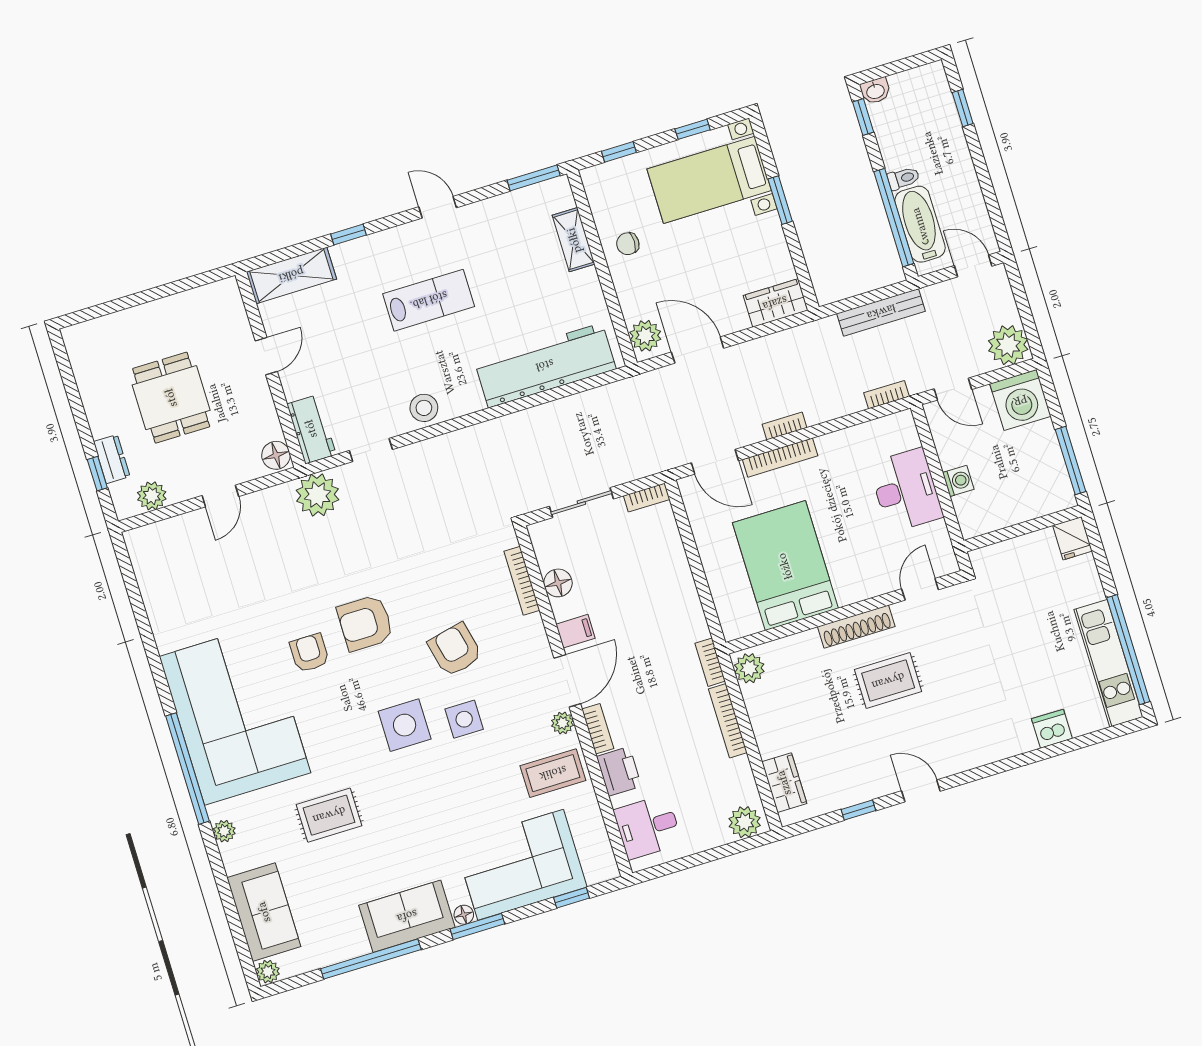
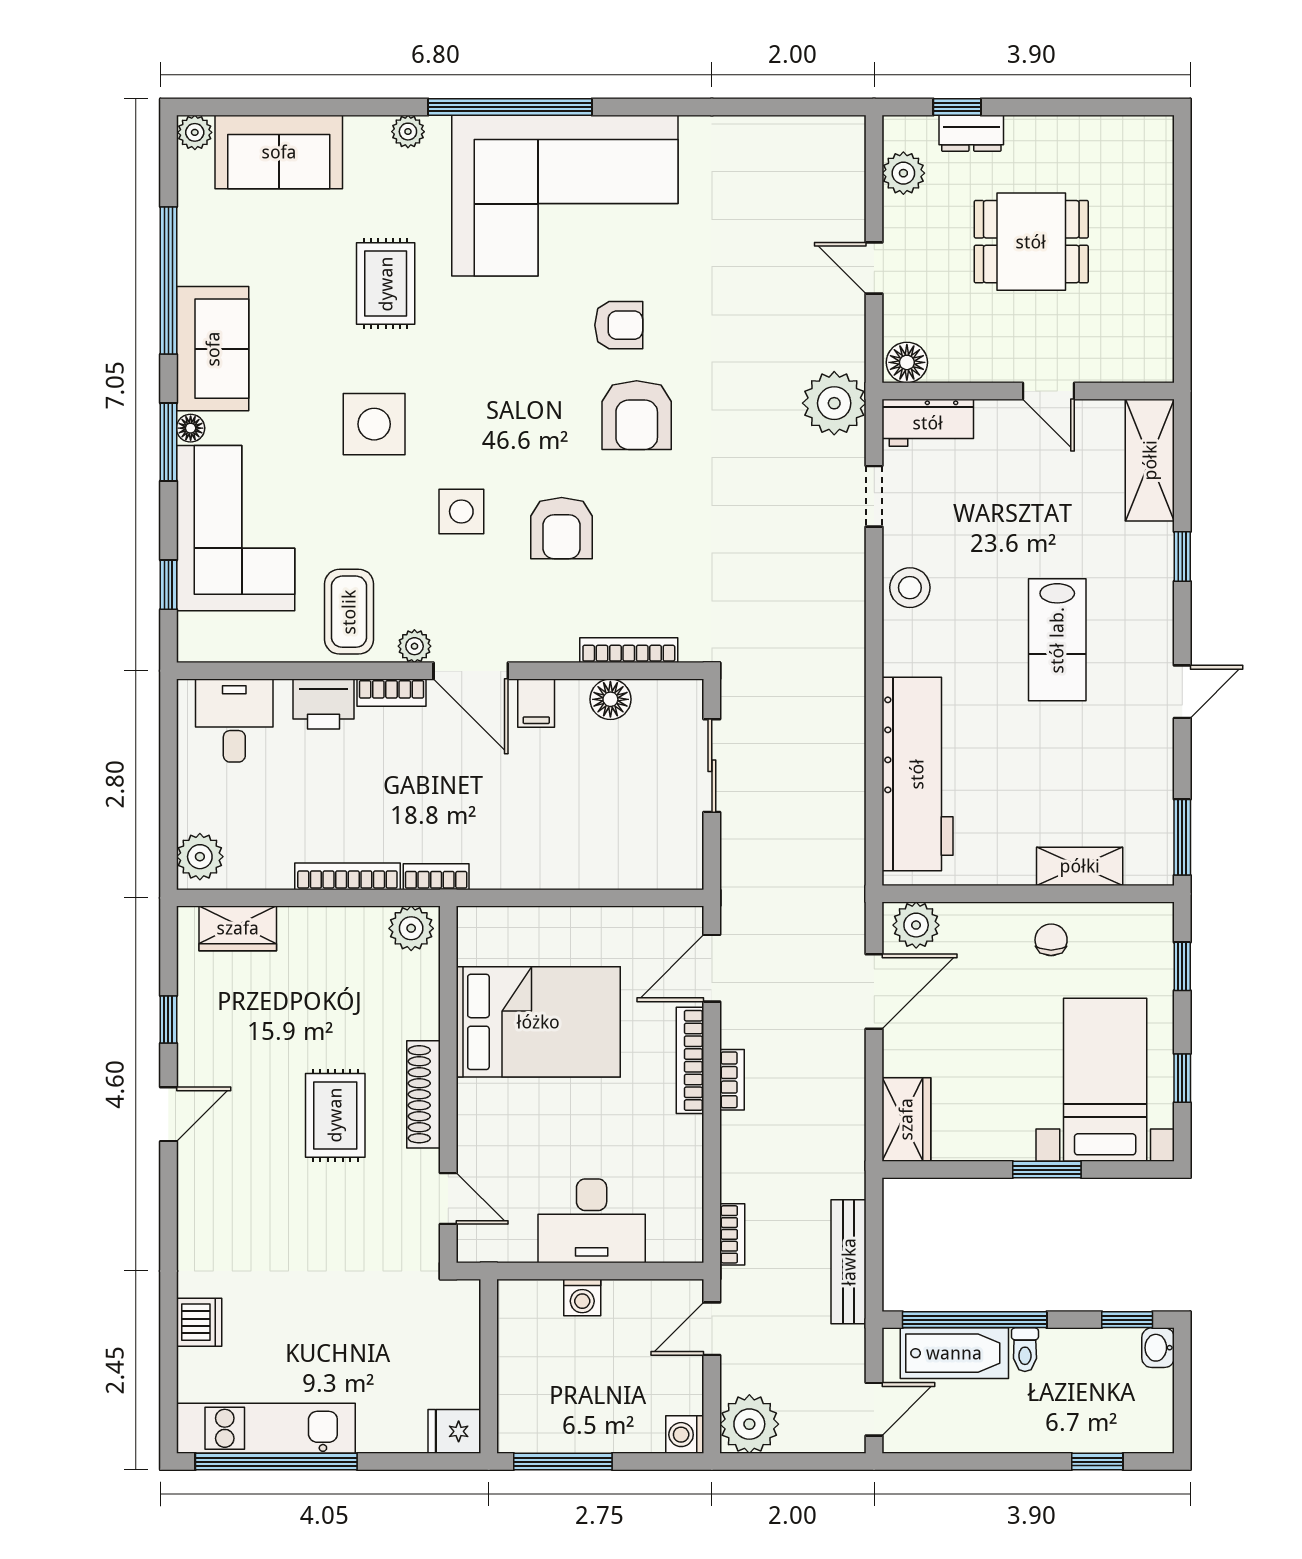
washing machine: (1020, 400) -> (685, 1435), width x0.53, depth x0.53
bookcase: (647, 498) -> (691, 858), removed
armchair: (365, 623) -> (637, 415), turned 180
armchair: (455, 650) -> (562, 528), turned 103
side table: (405, 725) -> (374, 424), moved

